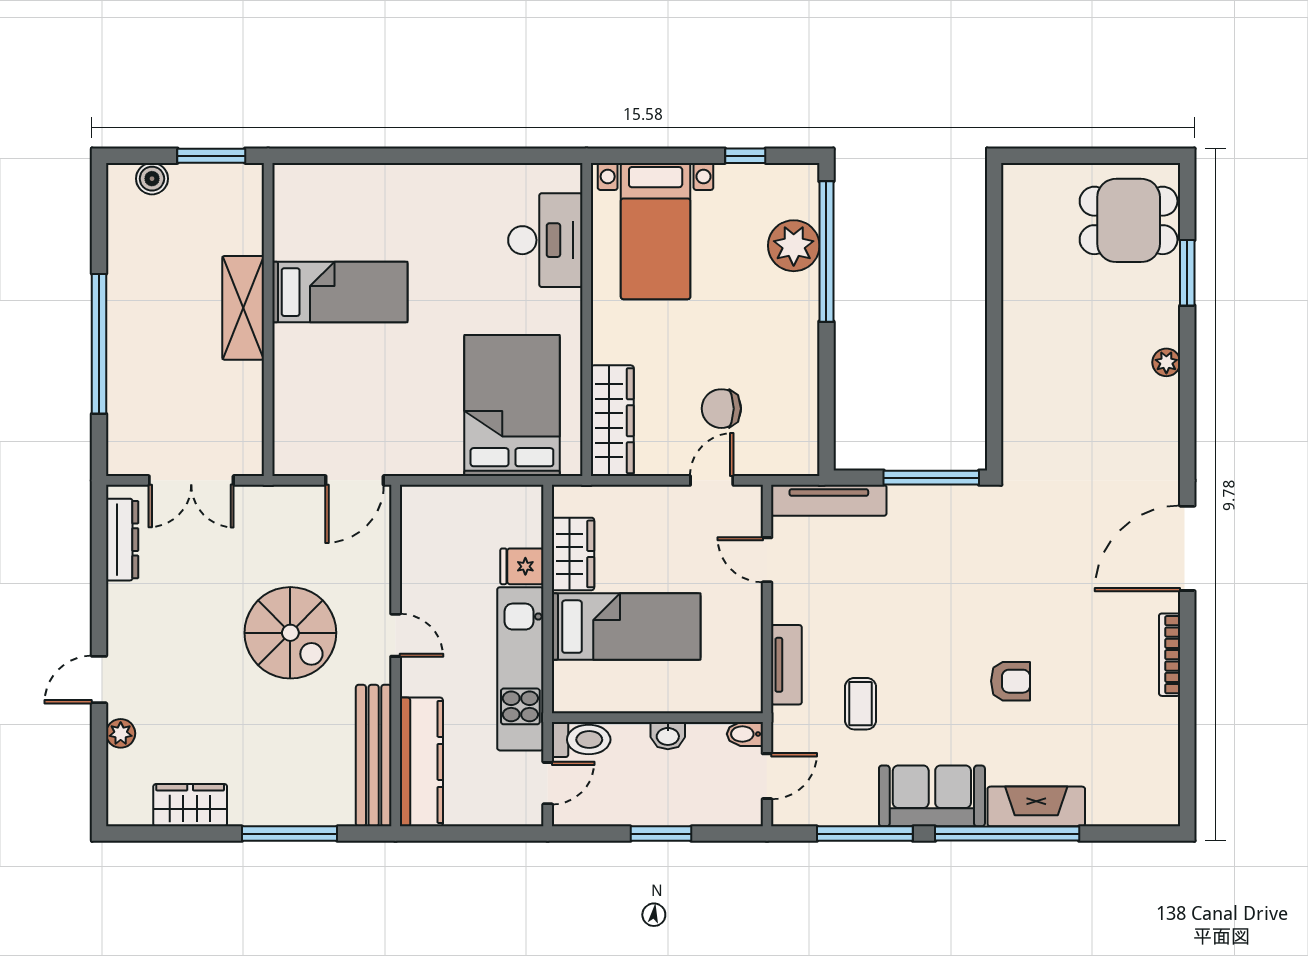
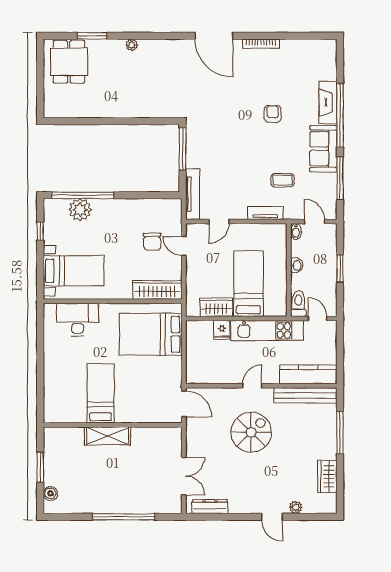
bed: (340, 292) -> (101, 393), moved
shelving: (243, 308) -> (108, 436), moved
wall: (268, 320) -> (113, 425), moved

